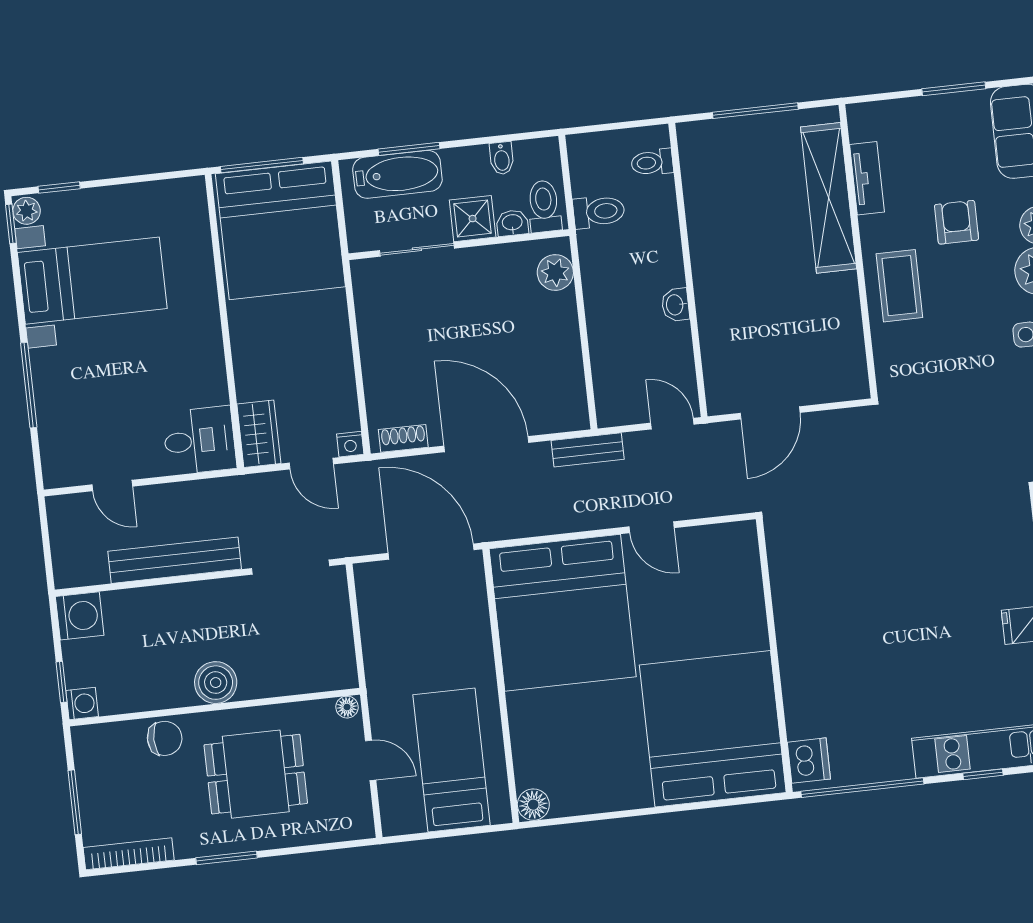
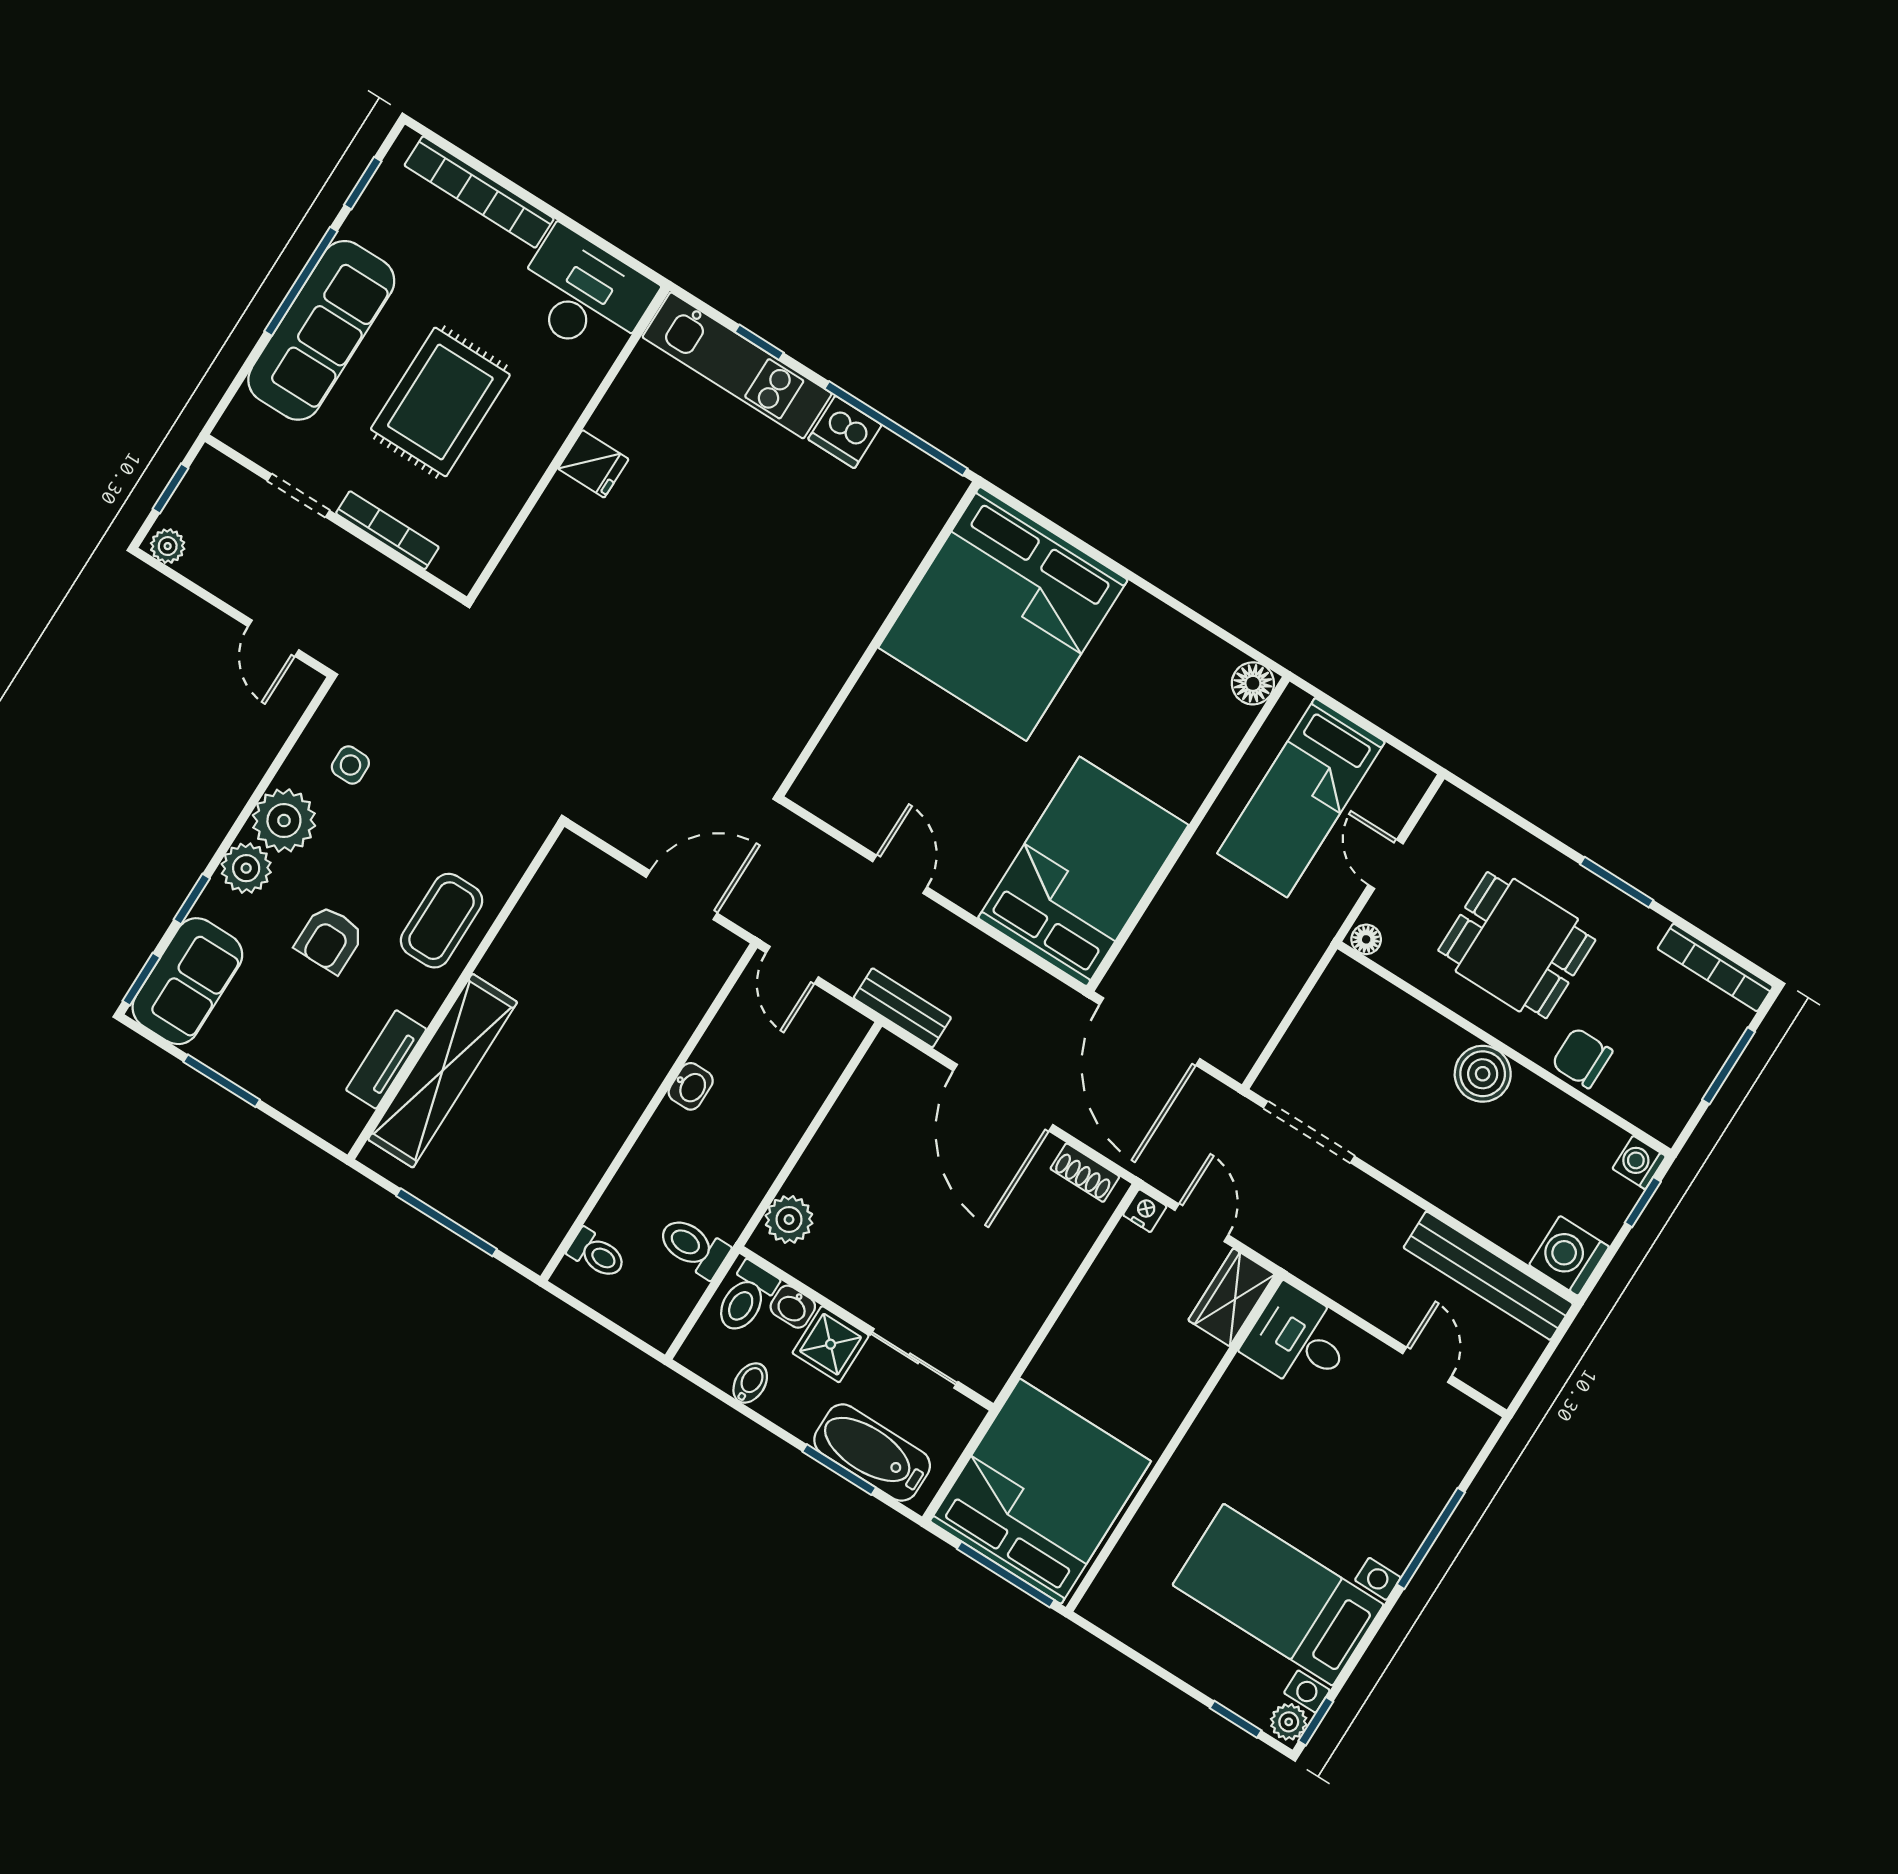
bench: (175, 560) -> (1488, 1276), moved
bed: (563, 613) -> (1083, 871), width x0.73
dishwasher: (809, 761) -> (845, 432), moved, turned -90

